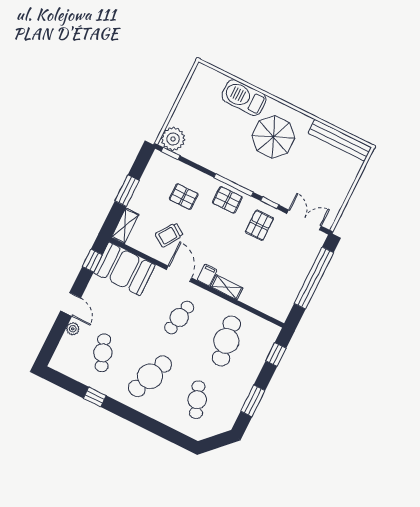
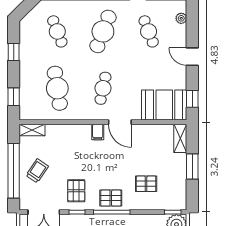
trolley: (169, 235) -> (37, 171), moved
shelving: (227, 287) -> (32, 130), moved
plant: (73, 329) -> (181, 18), moved
window: (253, 401) -> (14, 52), width x0.67

